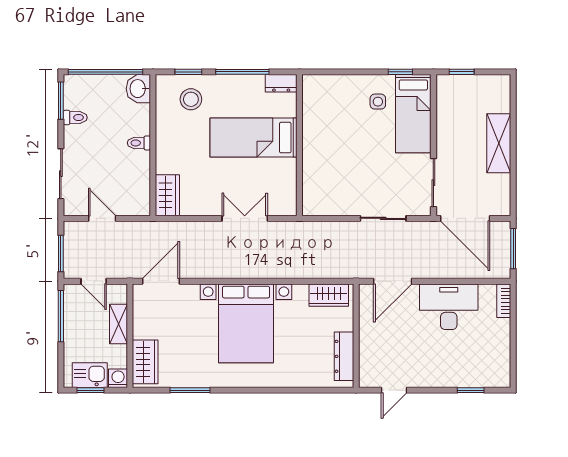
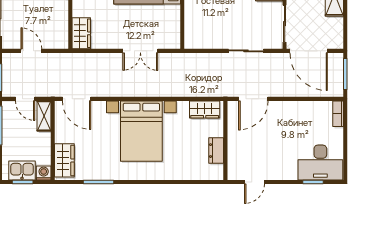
double door: (245, 218) -> (140, 51), swing flipped
door: (161, 281) -> (77, 99), swing flipped
desk: (449, 307) -> (320, 163), moved, turned 180
shelving: (118, 324) -> (44, 116), moved
dresser: (344, 356) -> (216, 151), width x0.70

